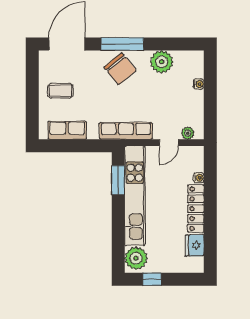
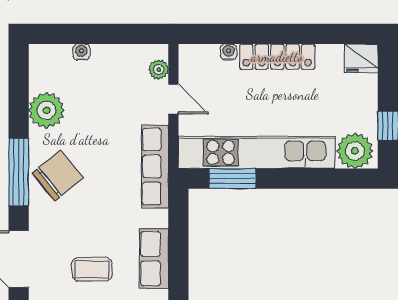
coffee table: (60, 91) -> (92, 269), turned 90
fridge: (195, 245) -> (361, 58), moved

